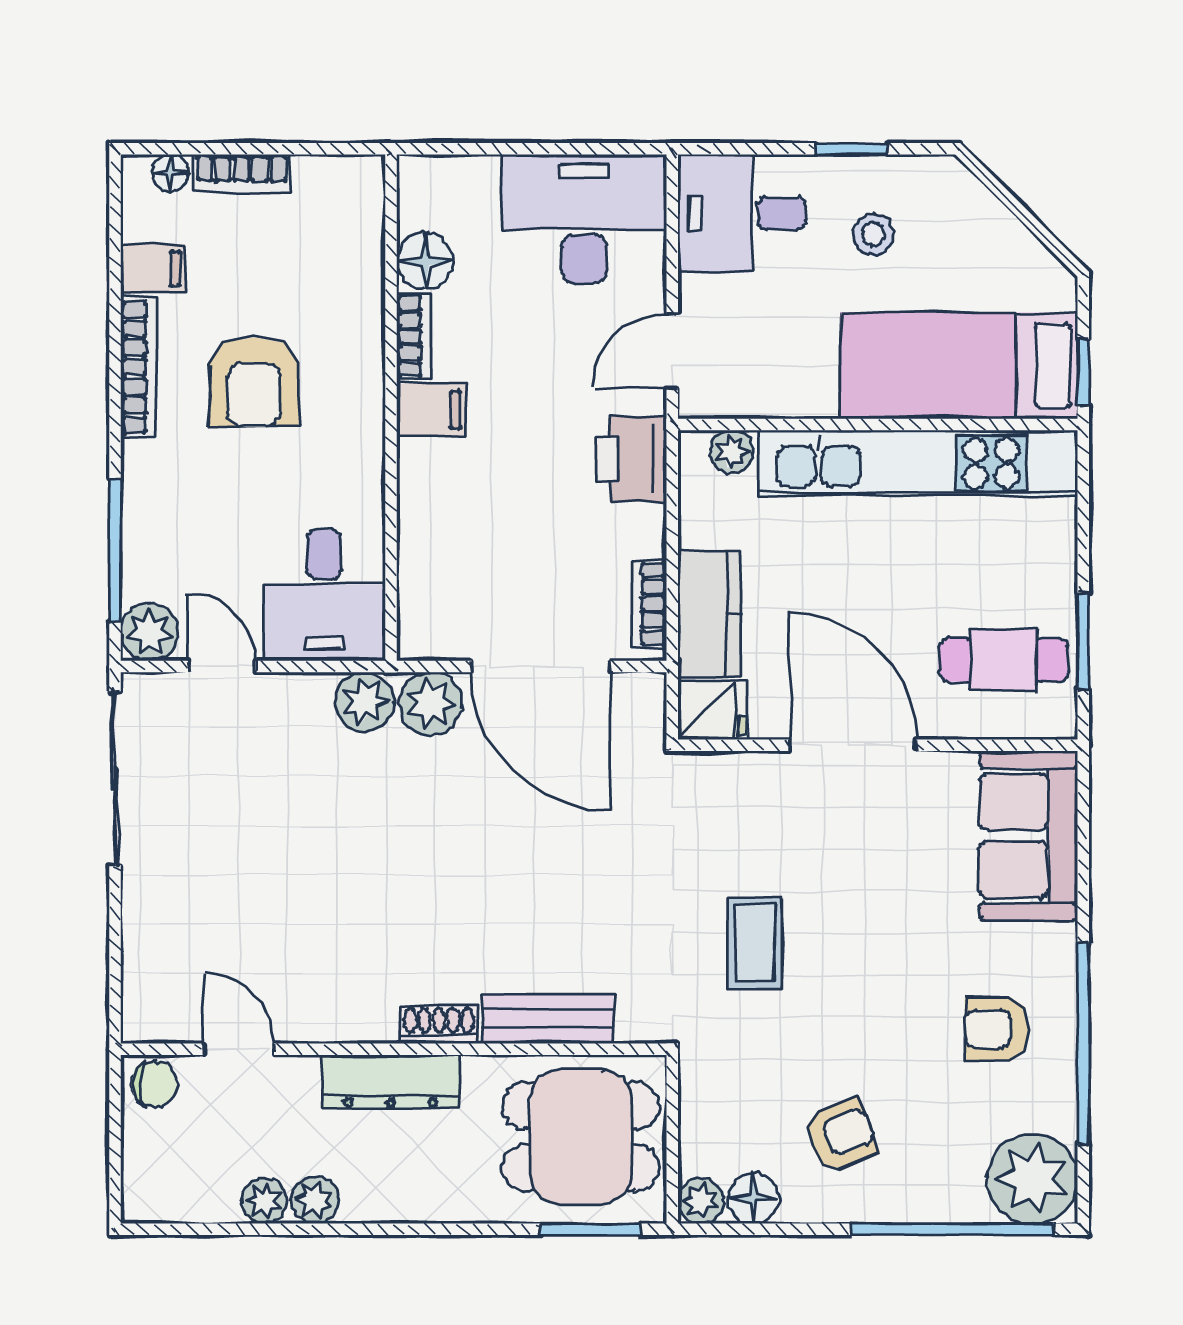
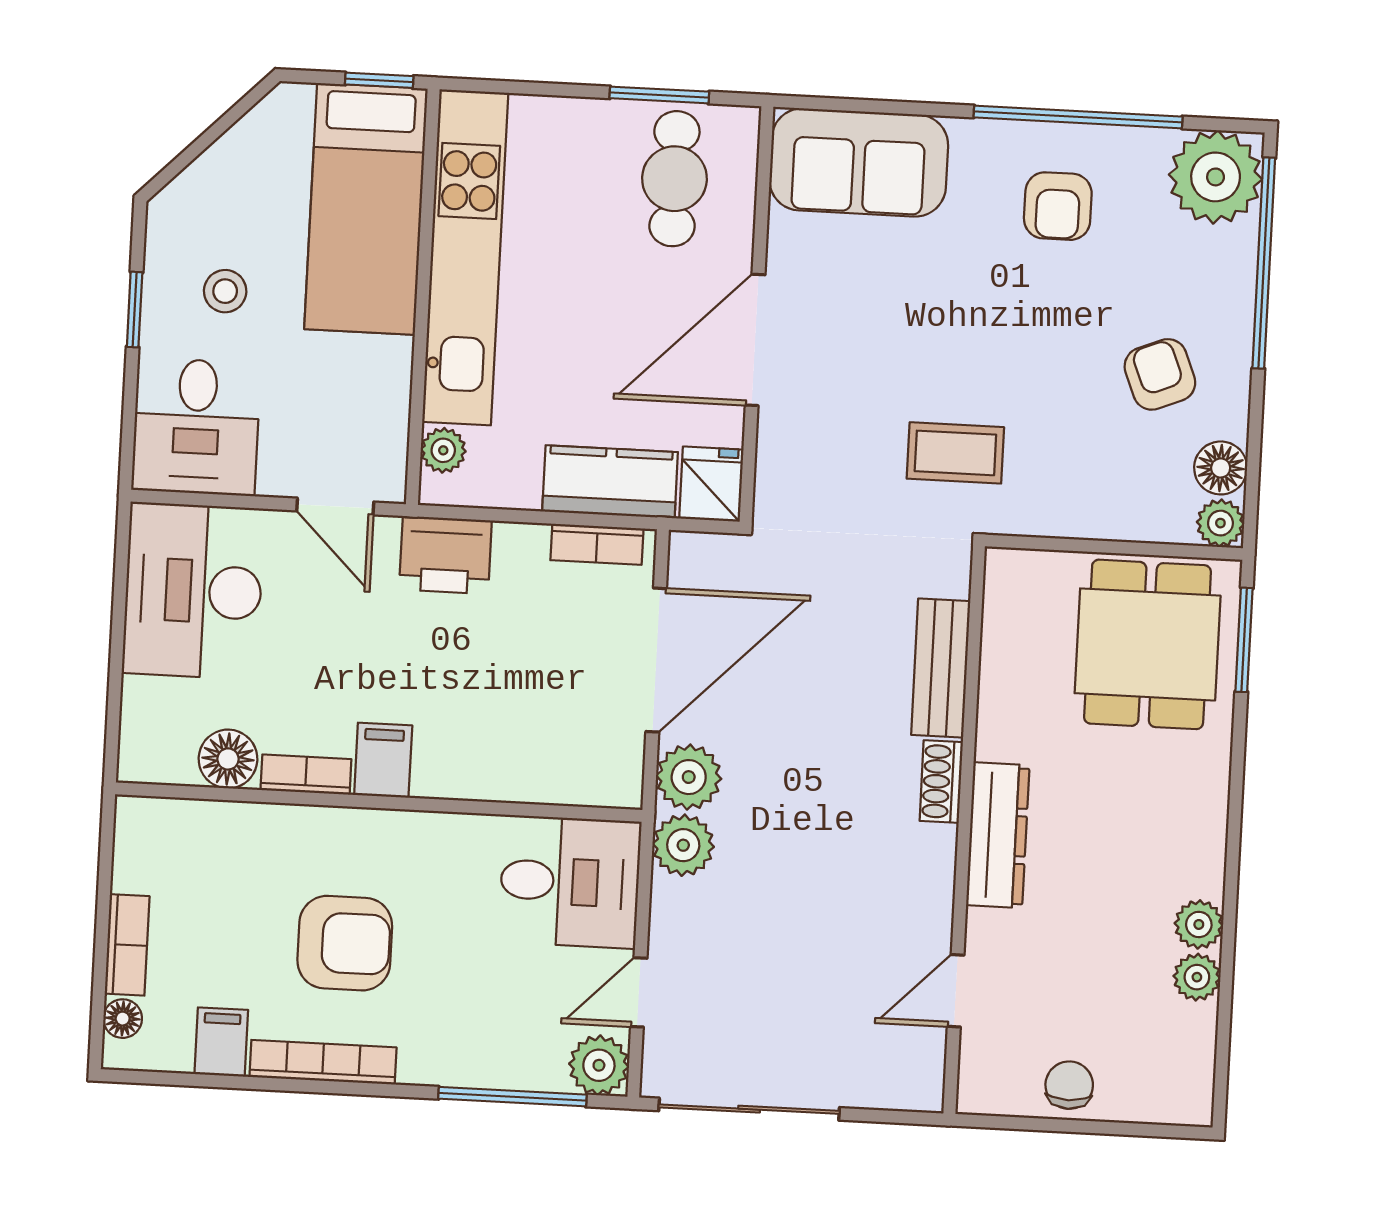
bench: (548, 1018) -> (941, 668), moved
shoe rack: (439, 1025) -> (941, 782), moved
door: (239, 1049) -> (956, 991), moved
wall: (394, 1049) -> (964, 830), moved
dresser: (390, 1082) -> (998, 835), moved

